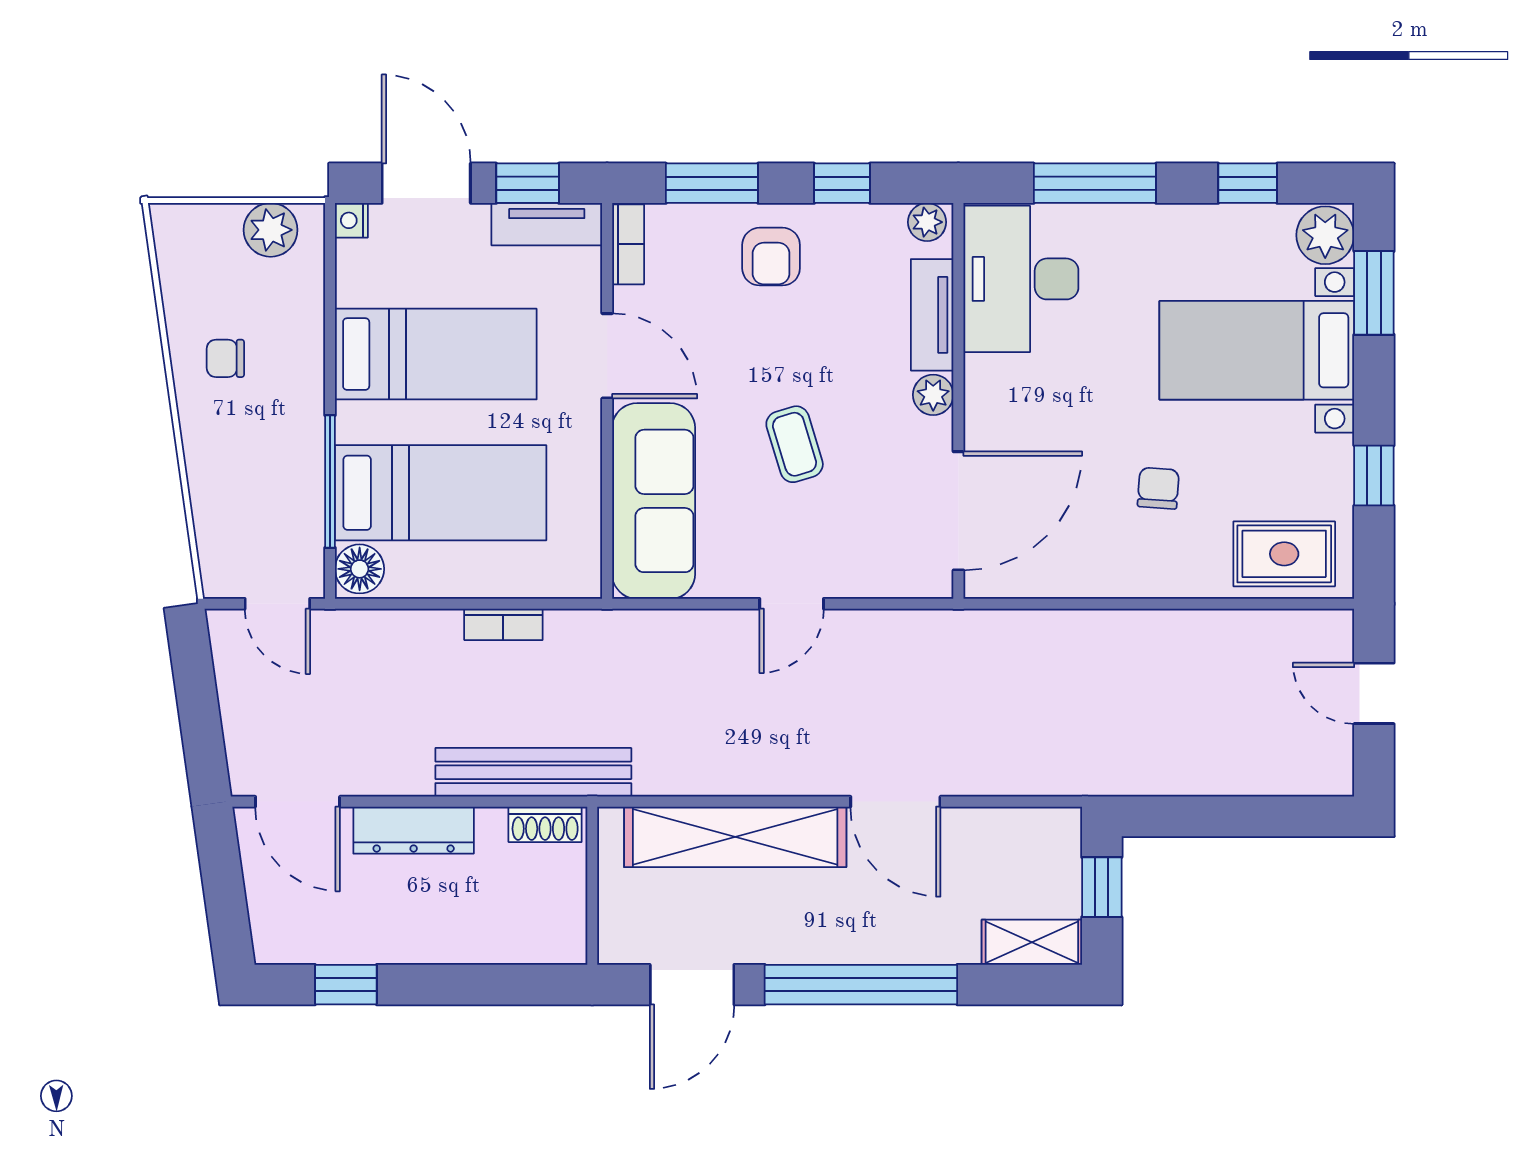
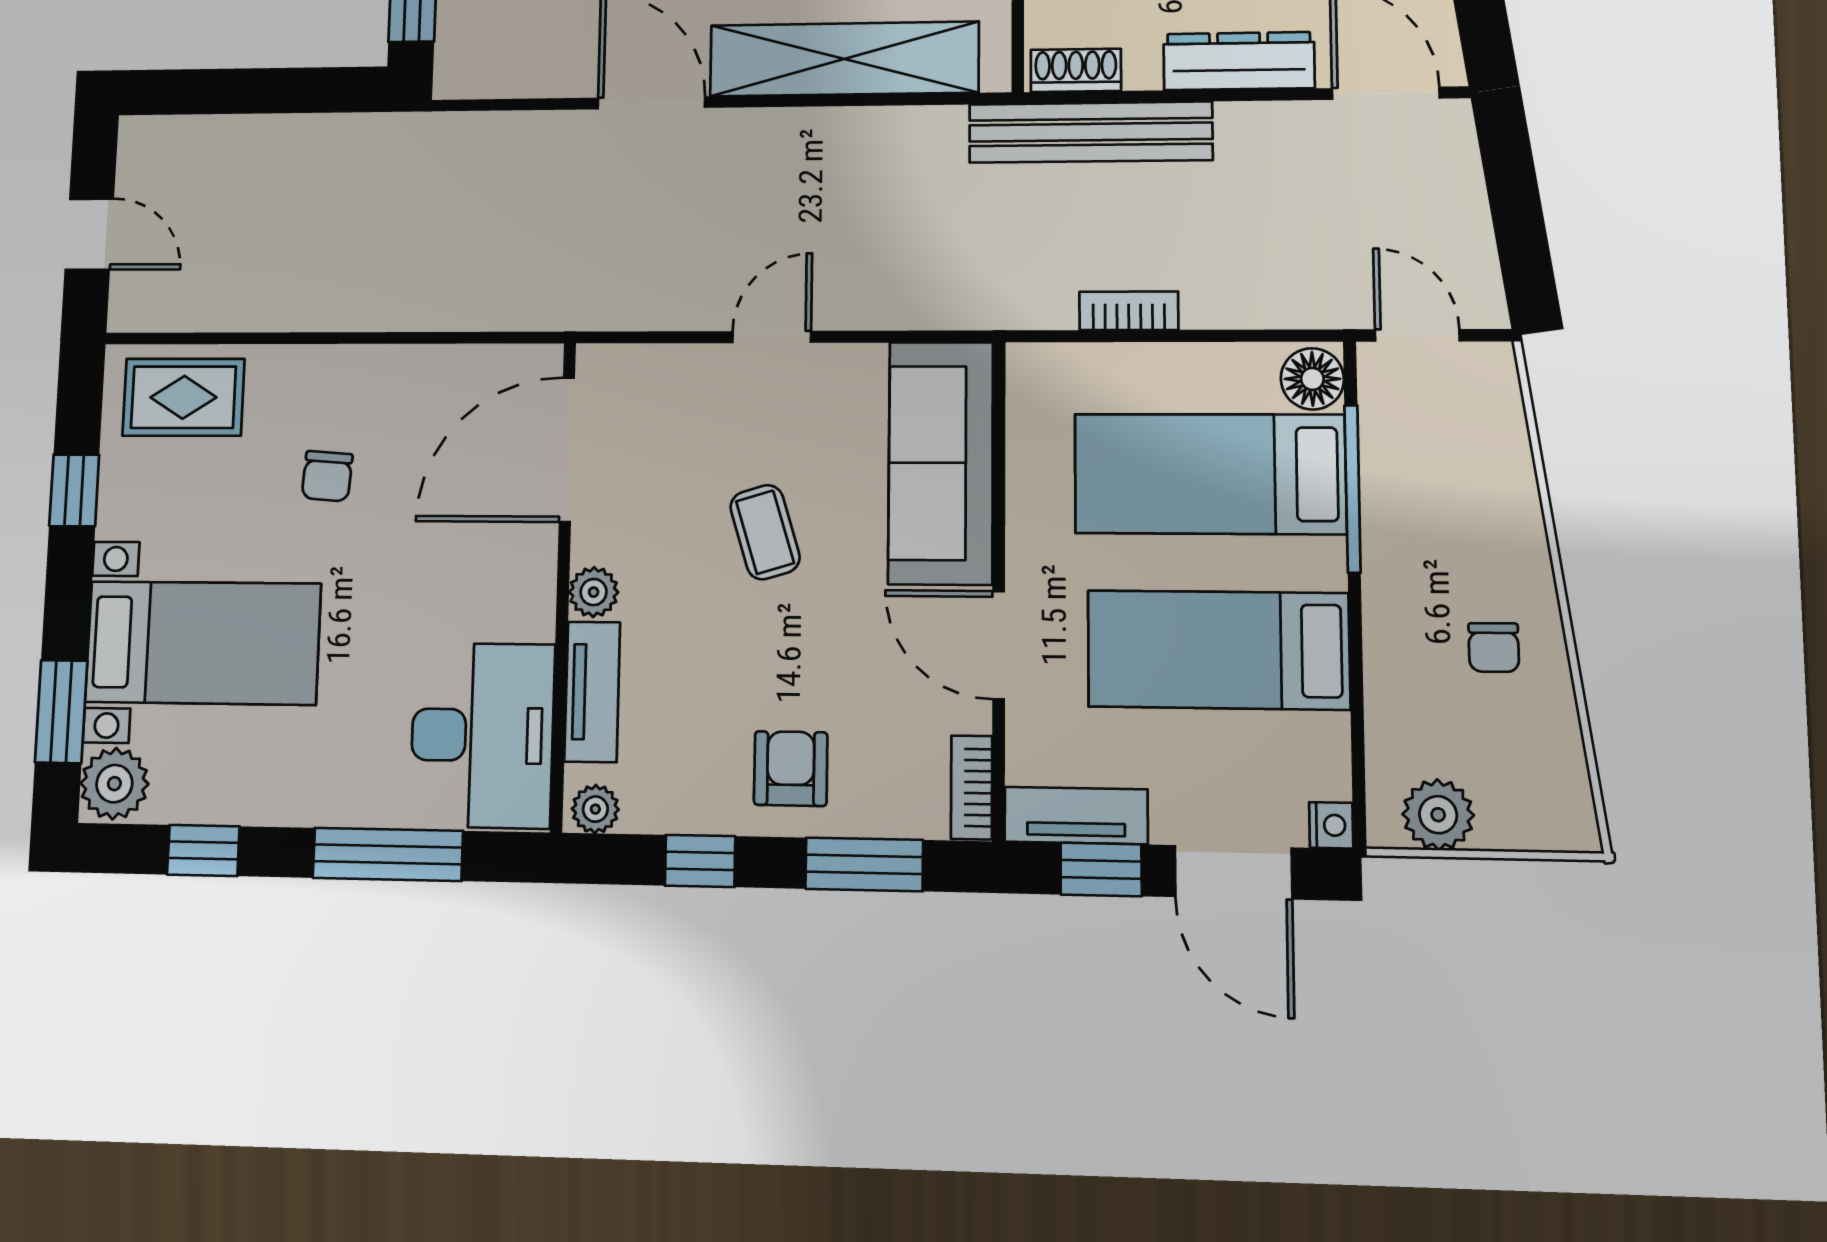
chair: (225, 358) -> (1494, 647), turned 90

